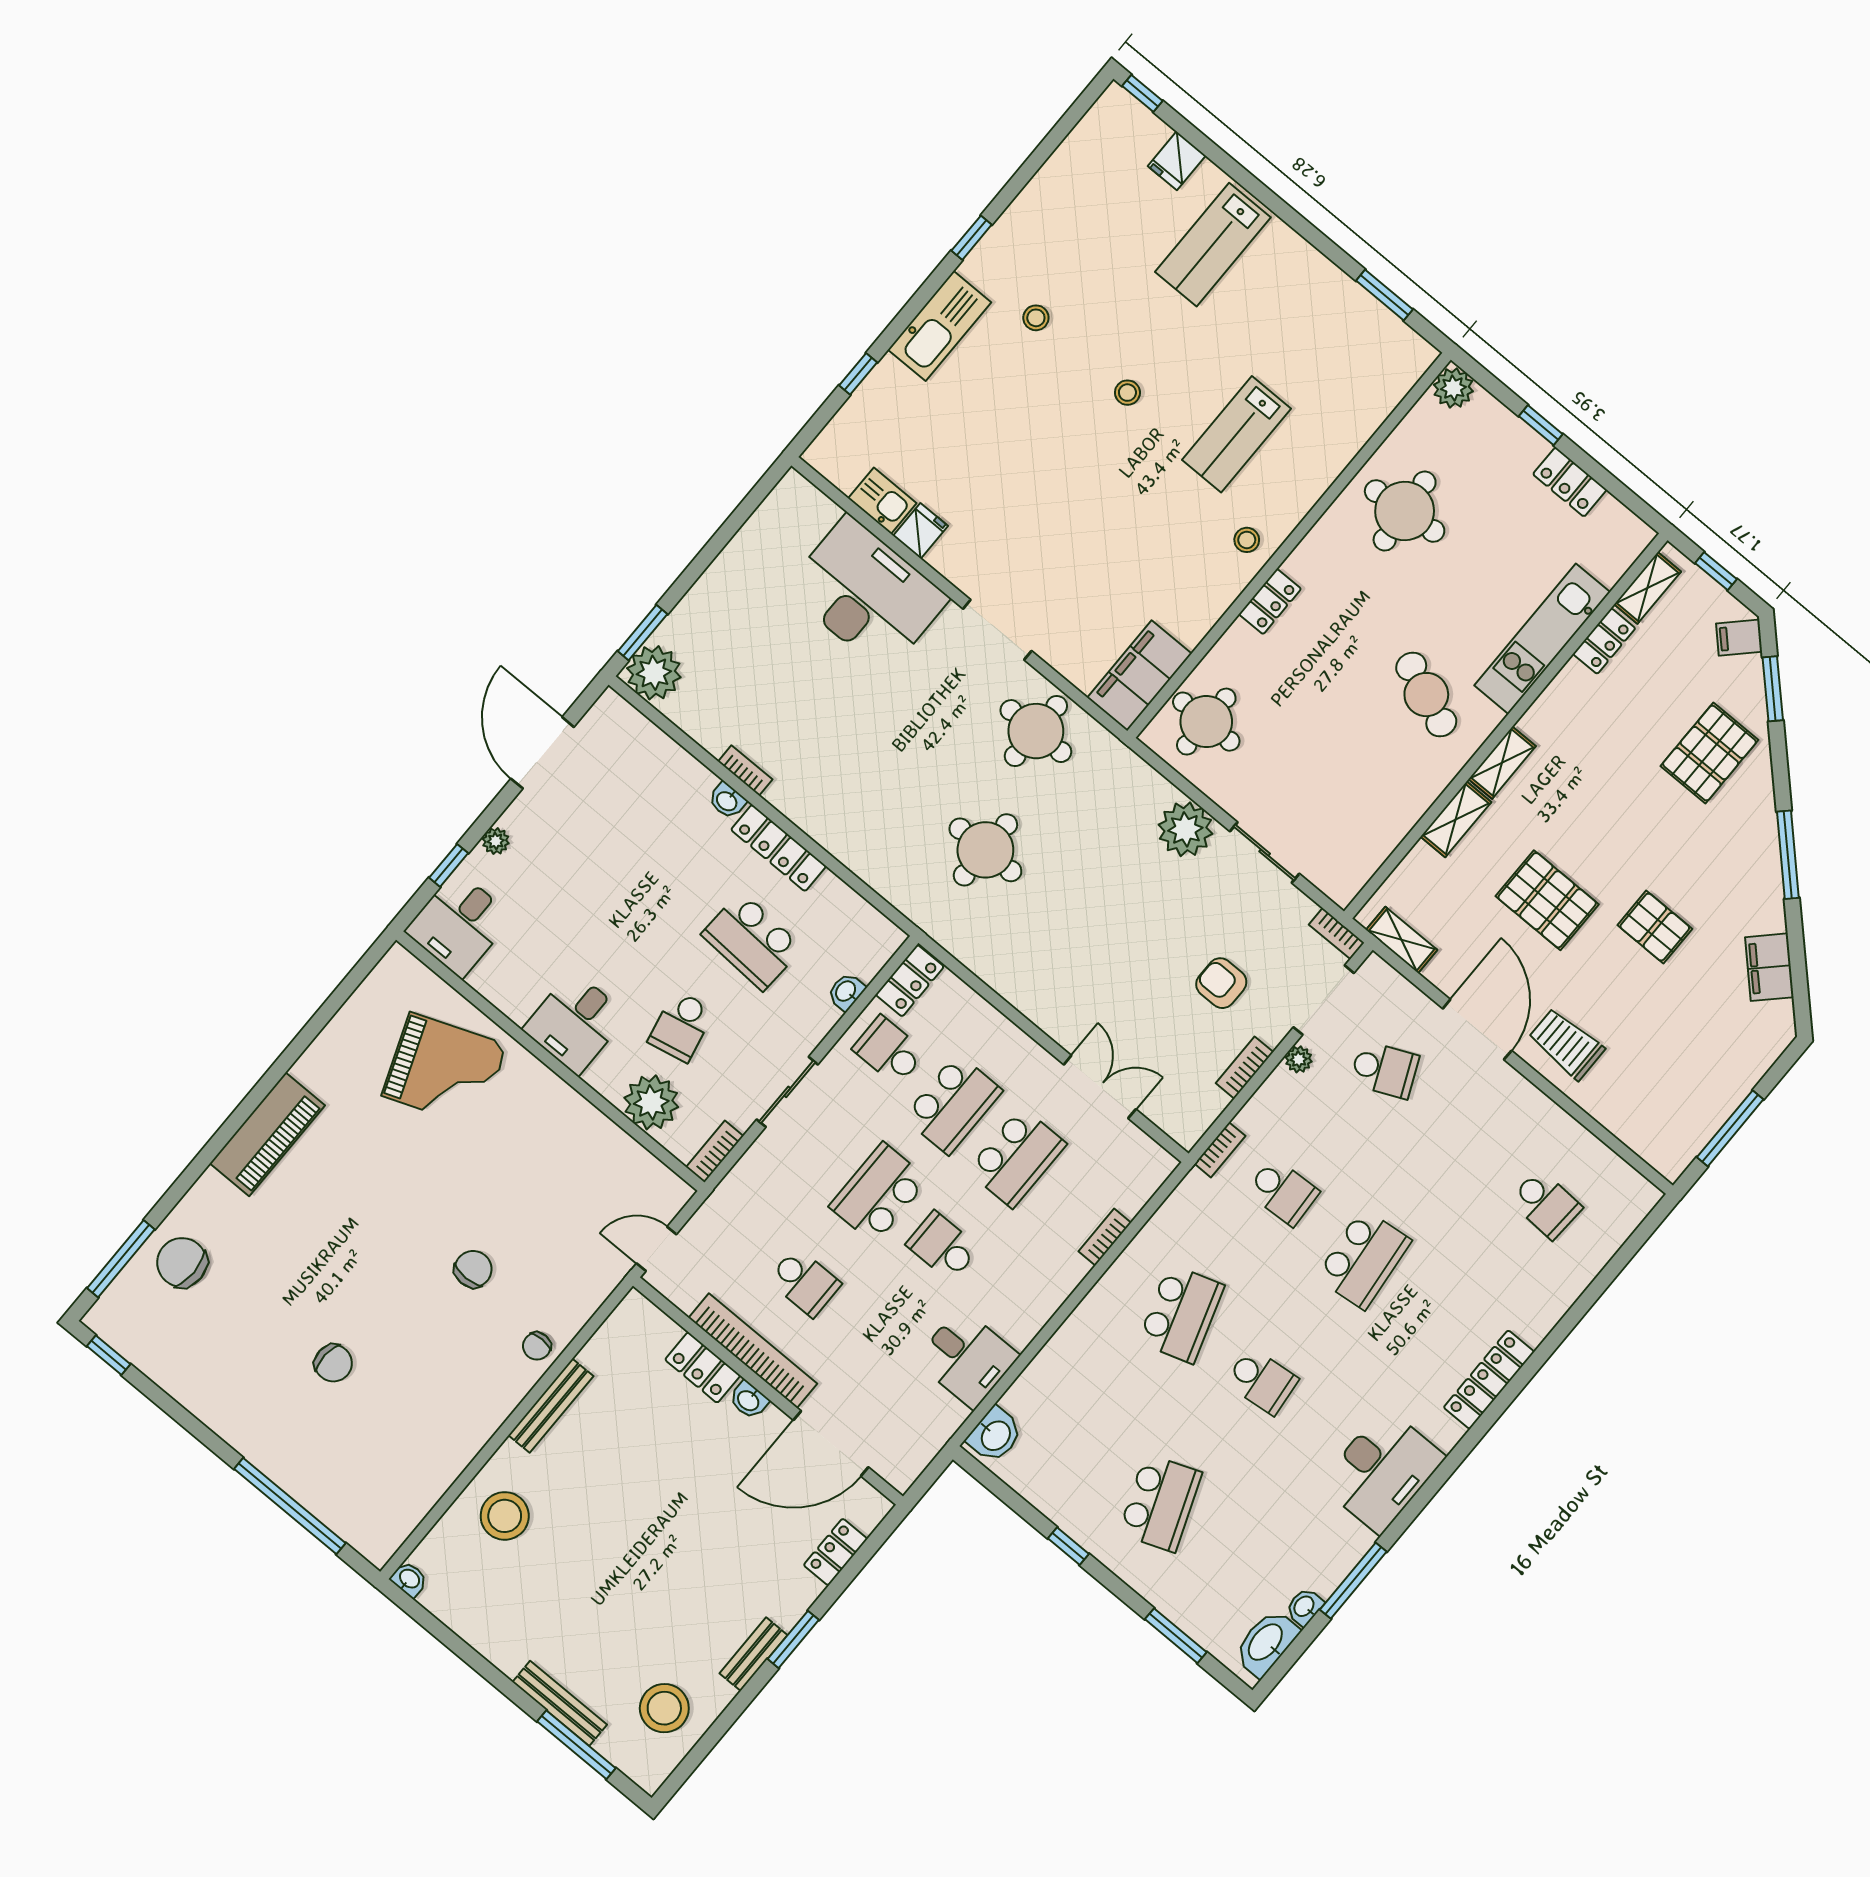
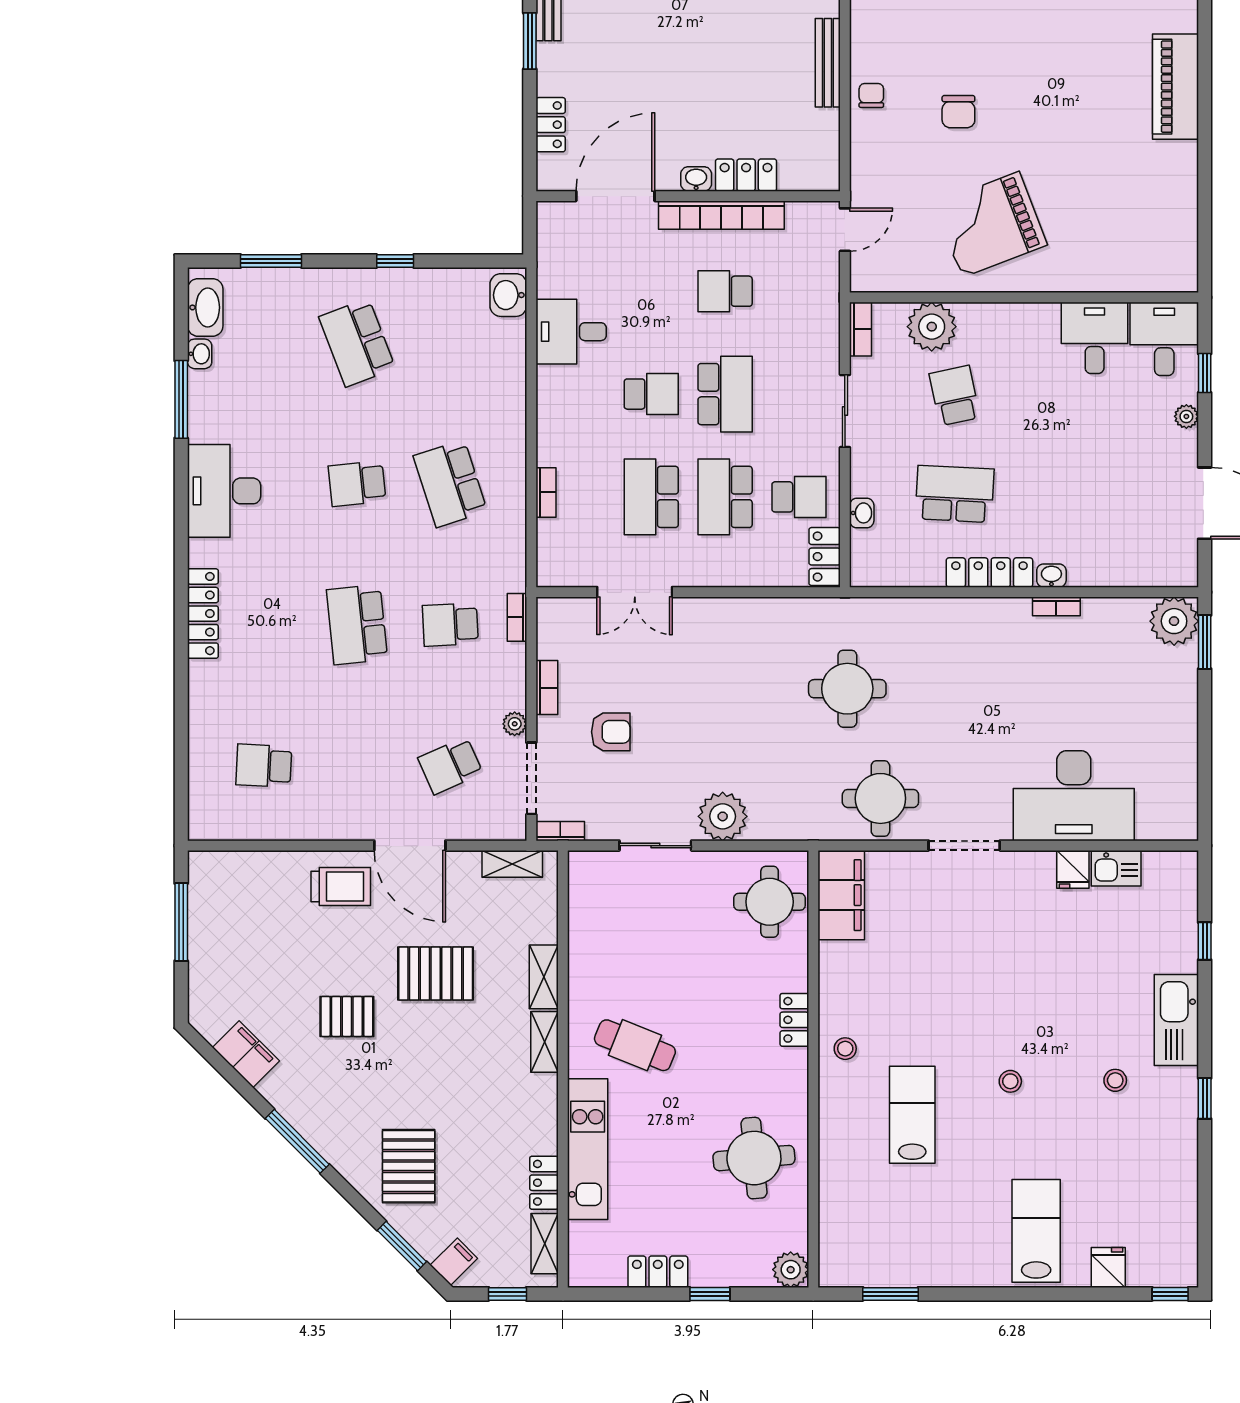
desk: (575, 1022) -> (1095, 338), moved
grand piano: (444, 1070) -> (991, 224), moved

